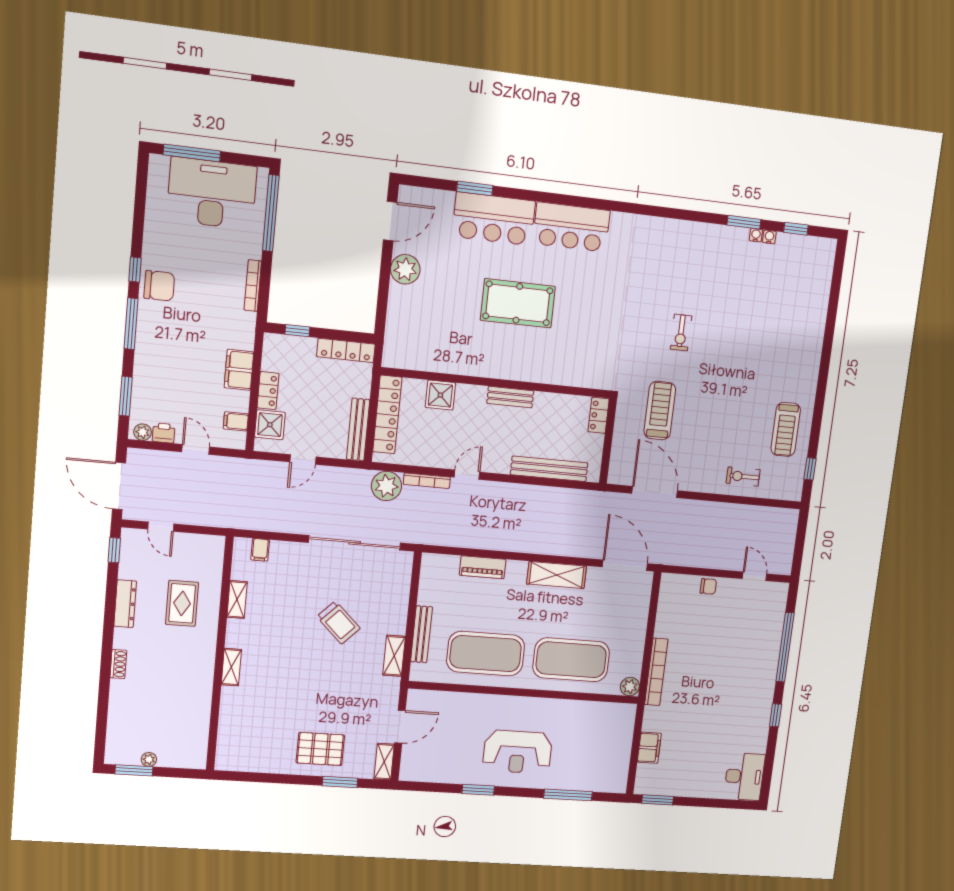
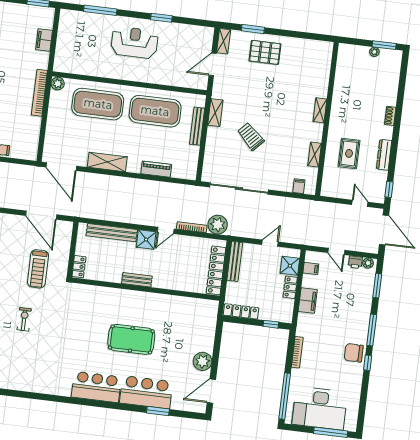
shower: (440, 395) -> (146, 240), moved

